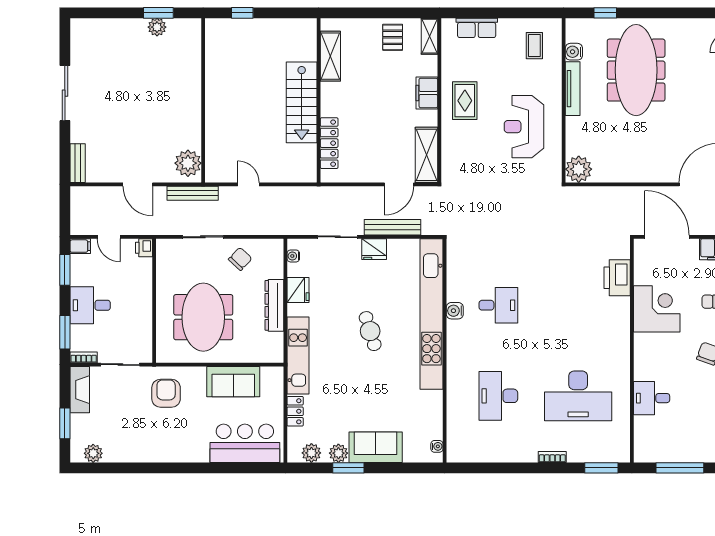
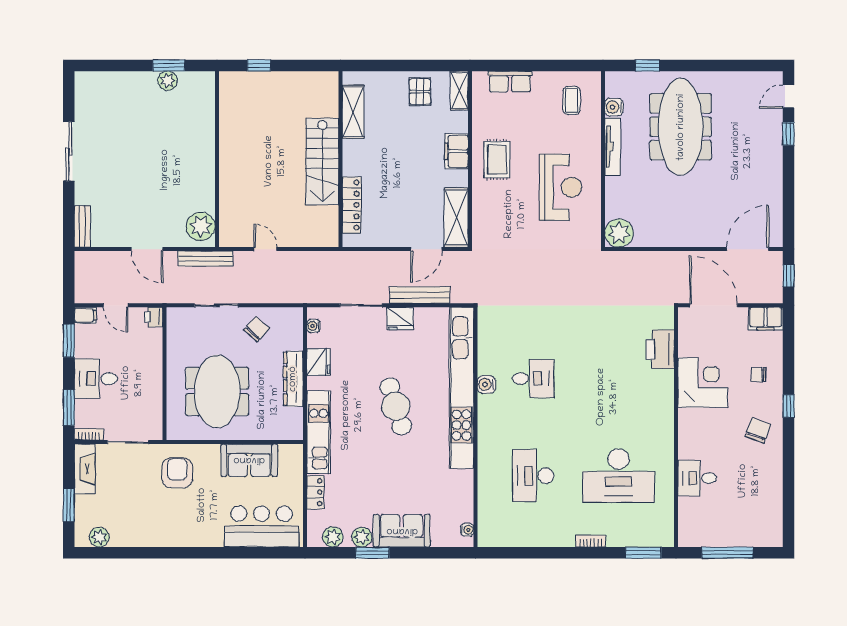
reception desk: (524, 127) -> (560, 187), turned 180
cafe table: (370, 331) -> (396, 406), width x1.37, depth x1.35

